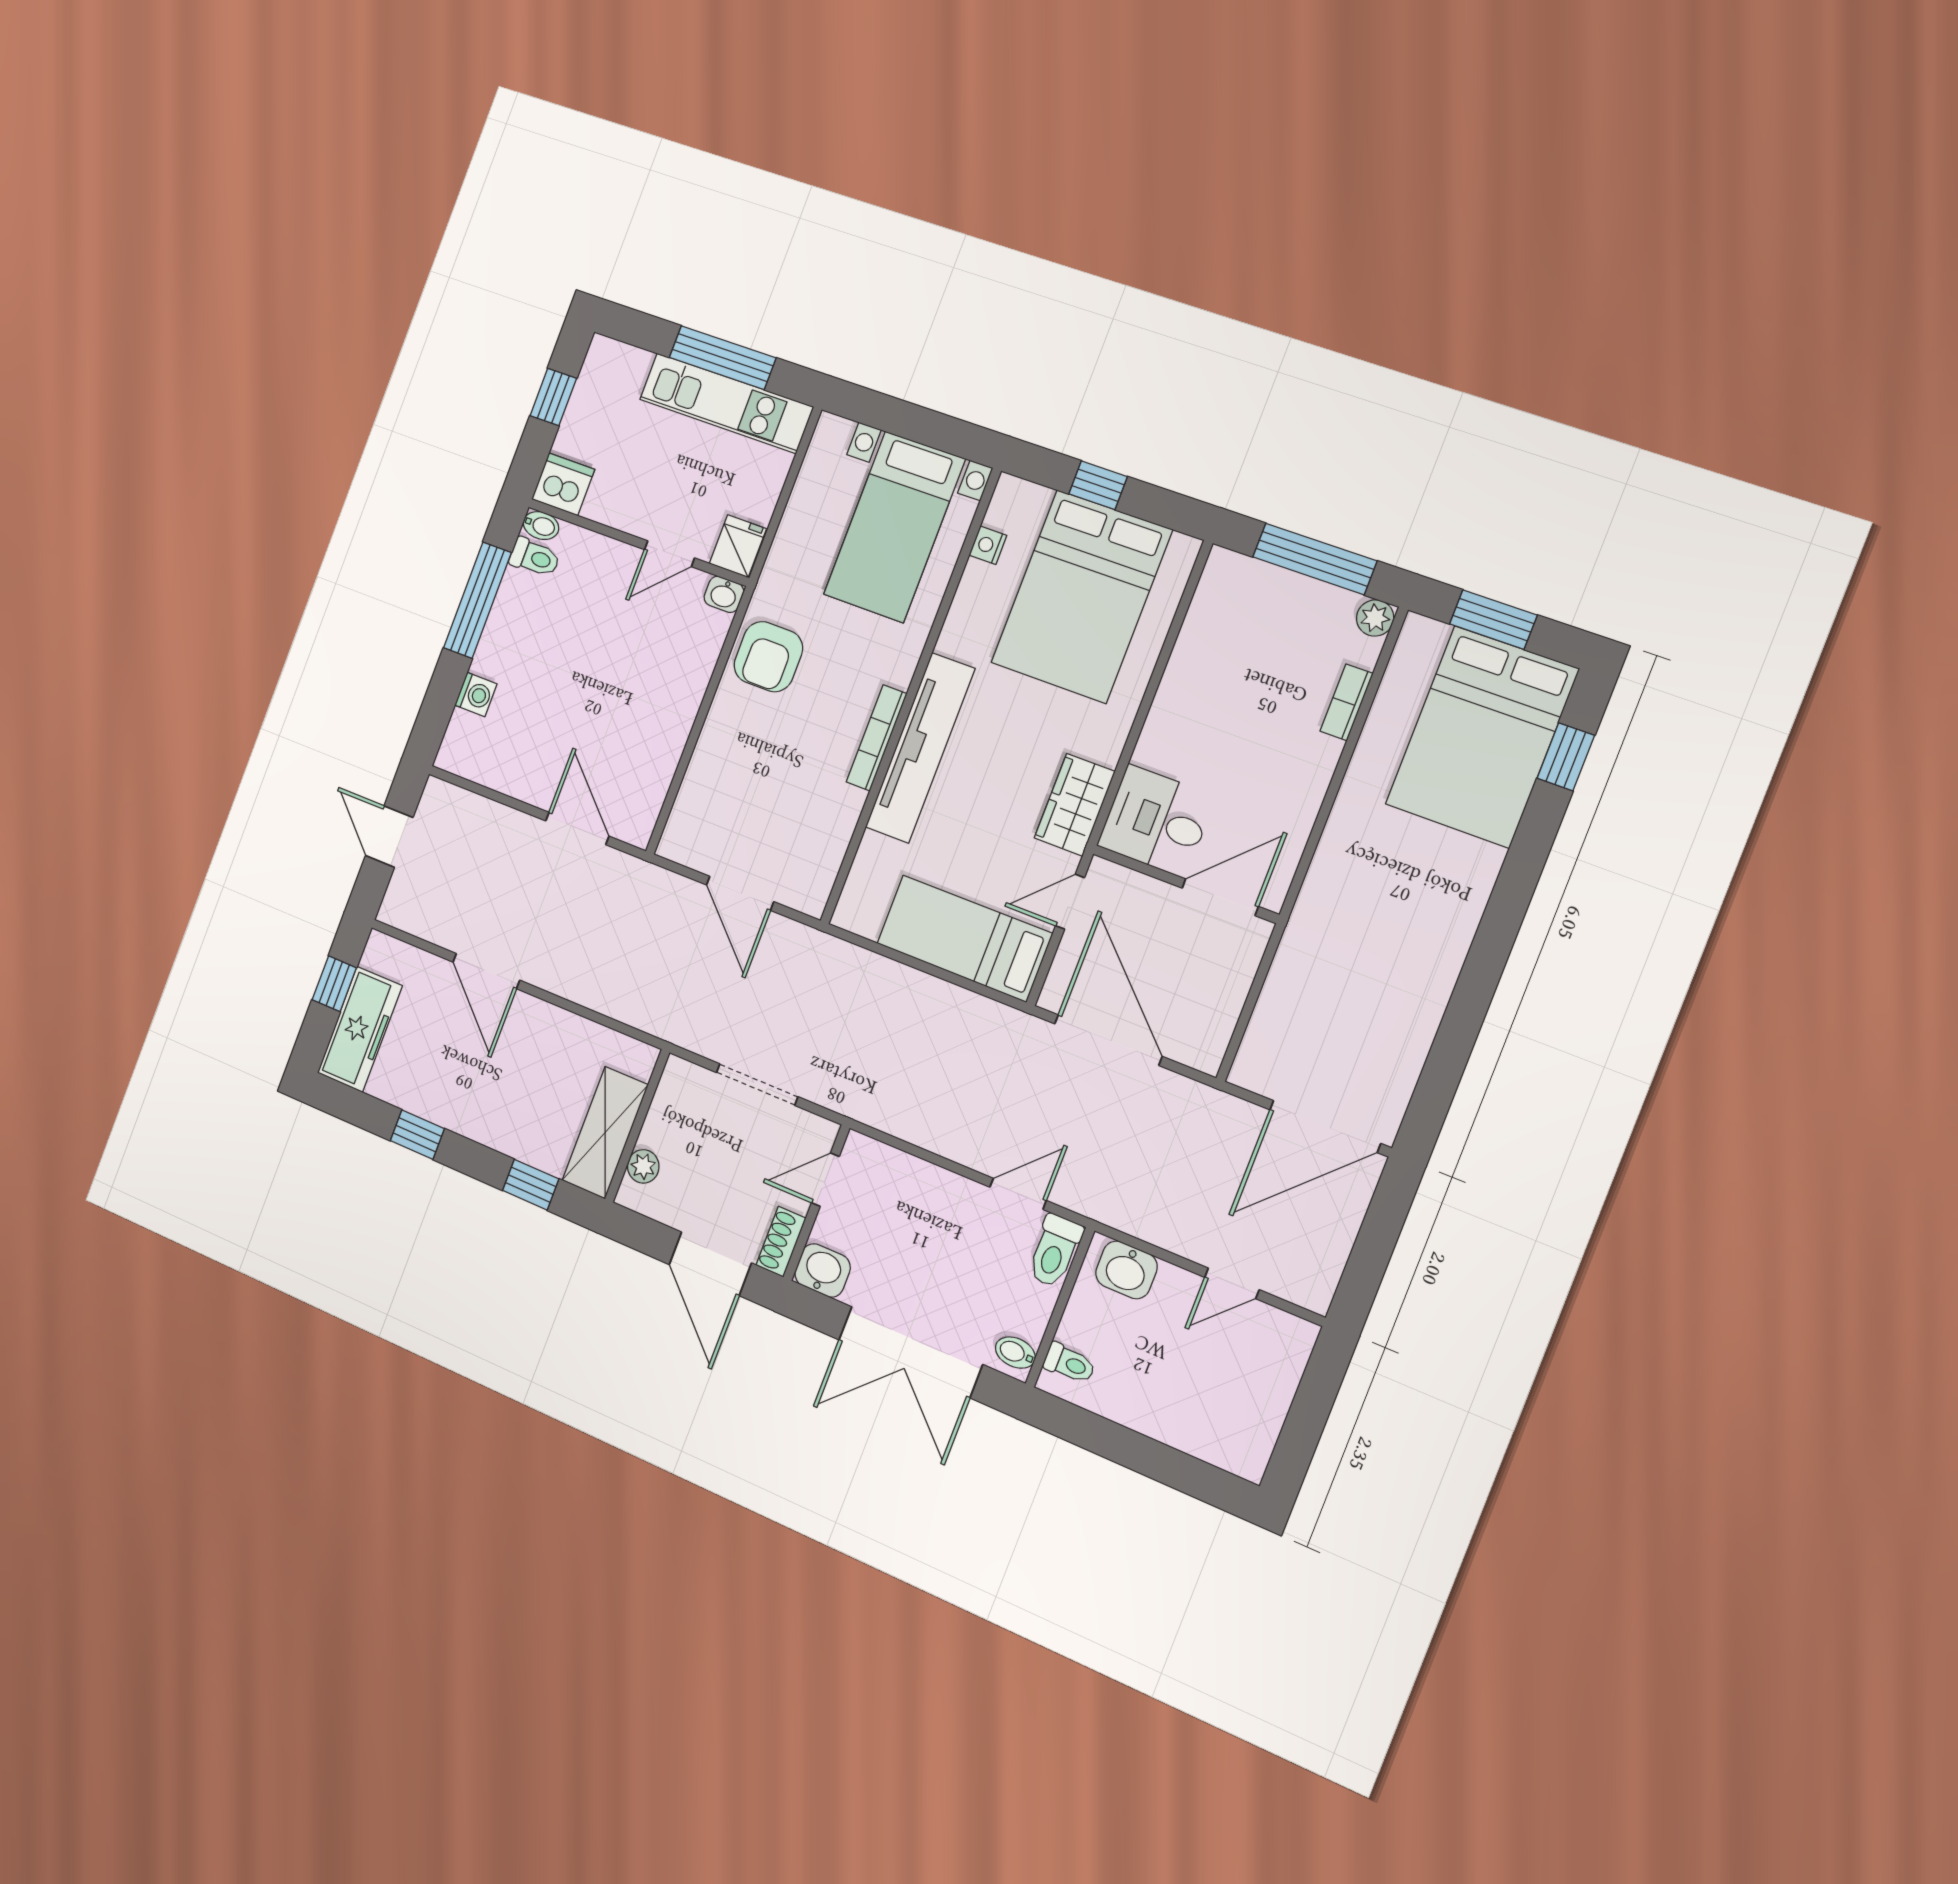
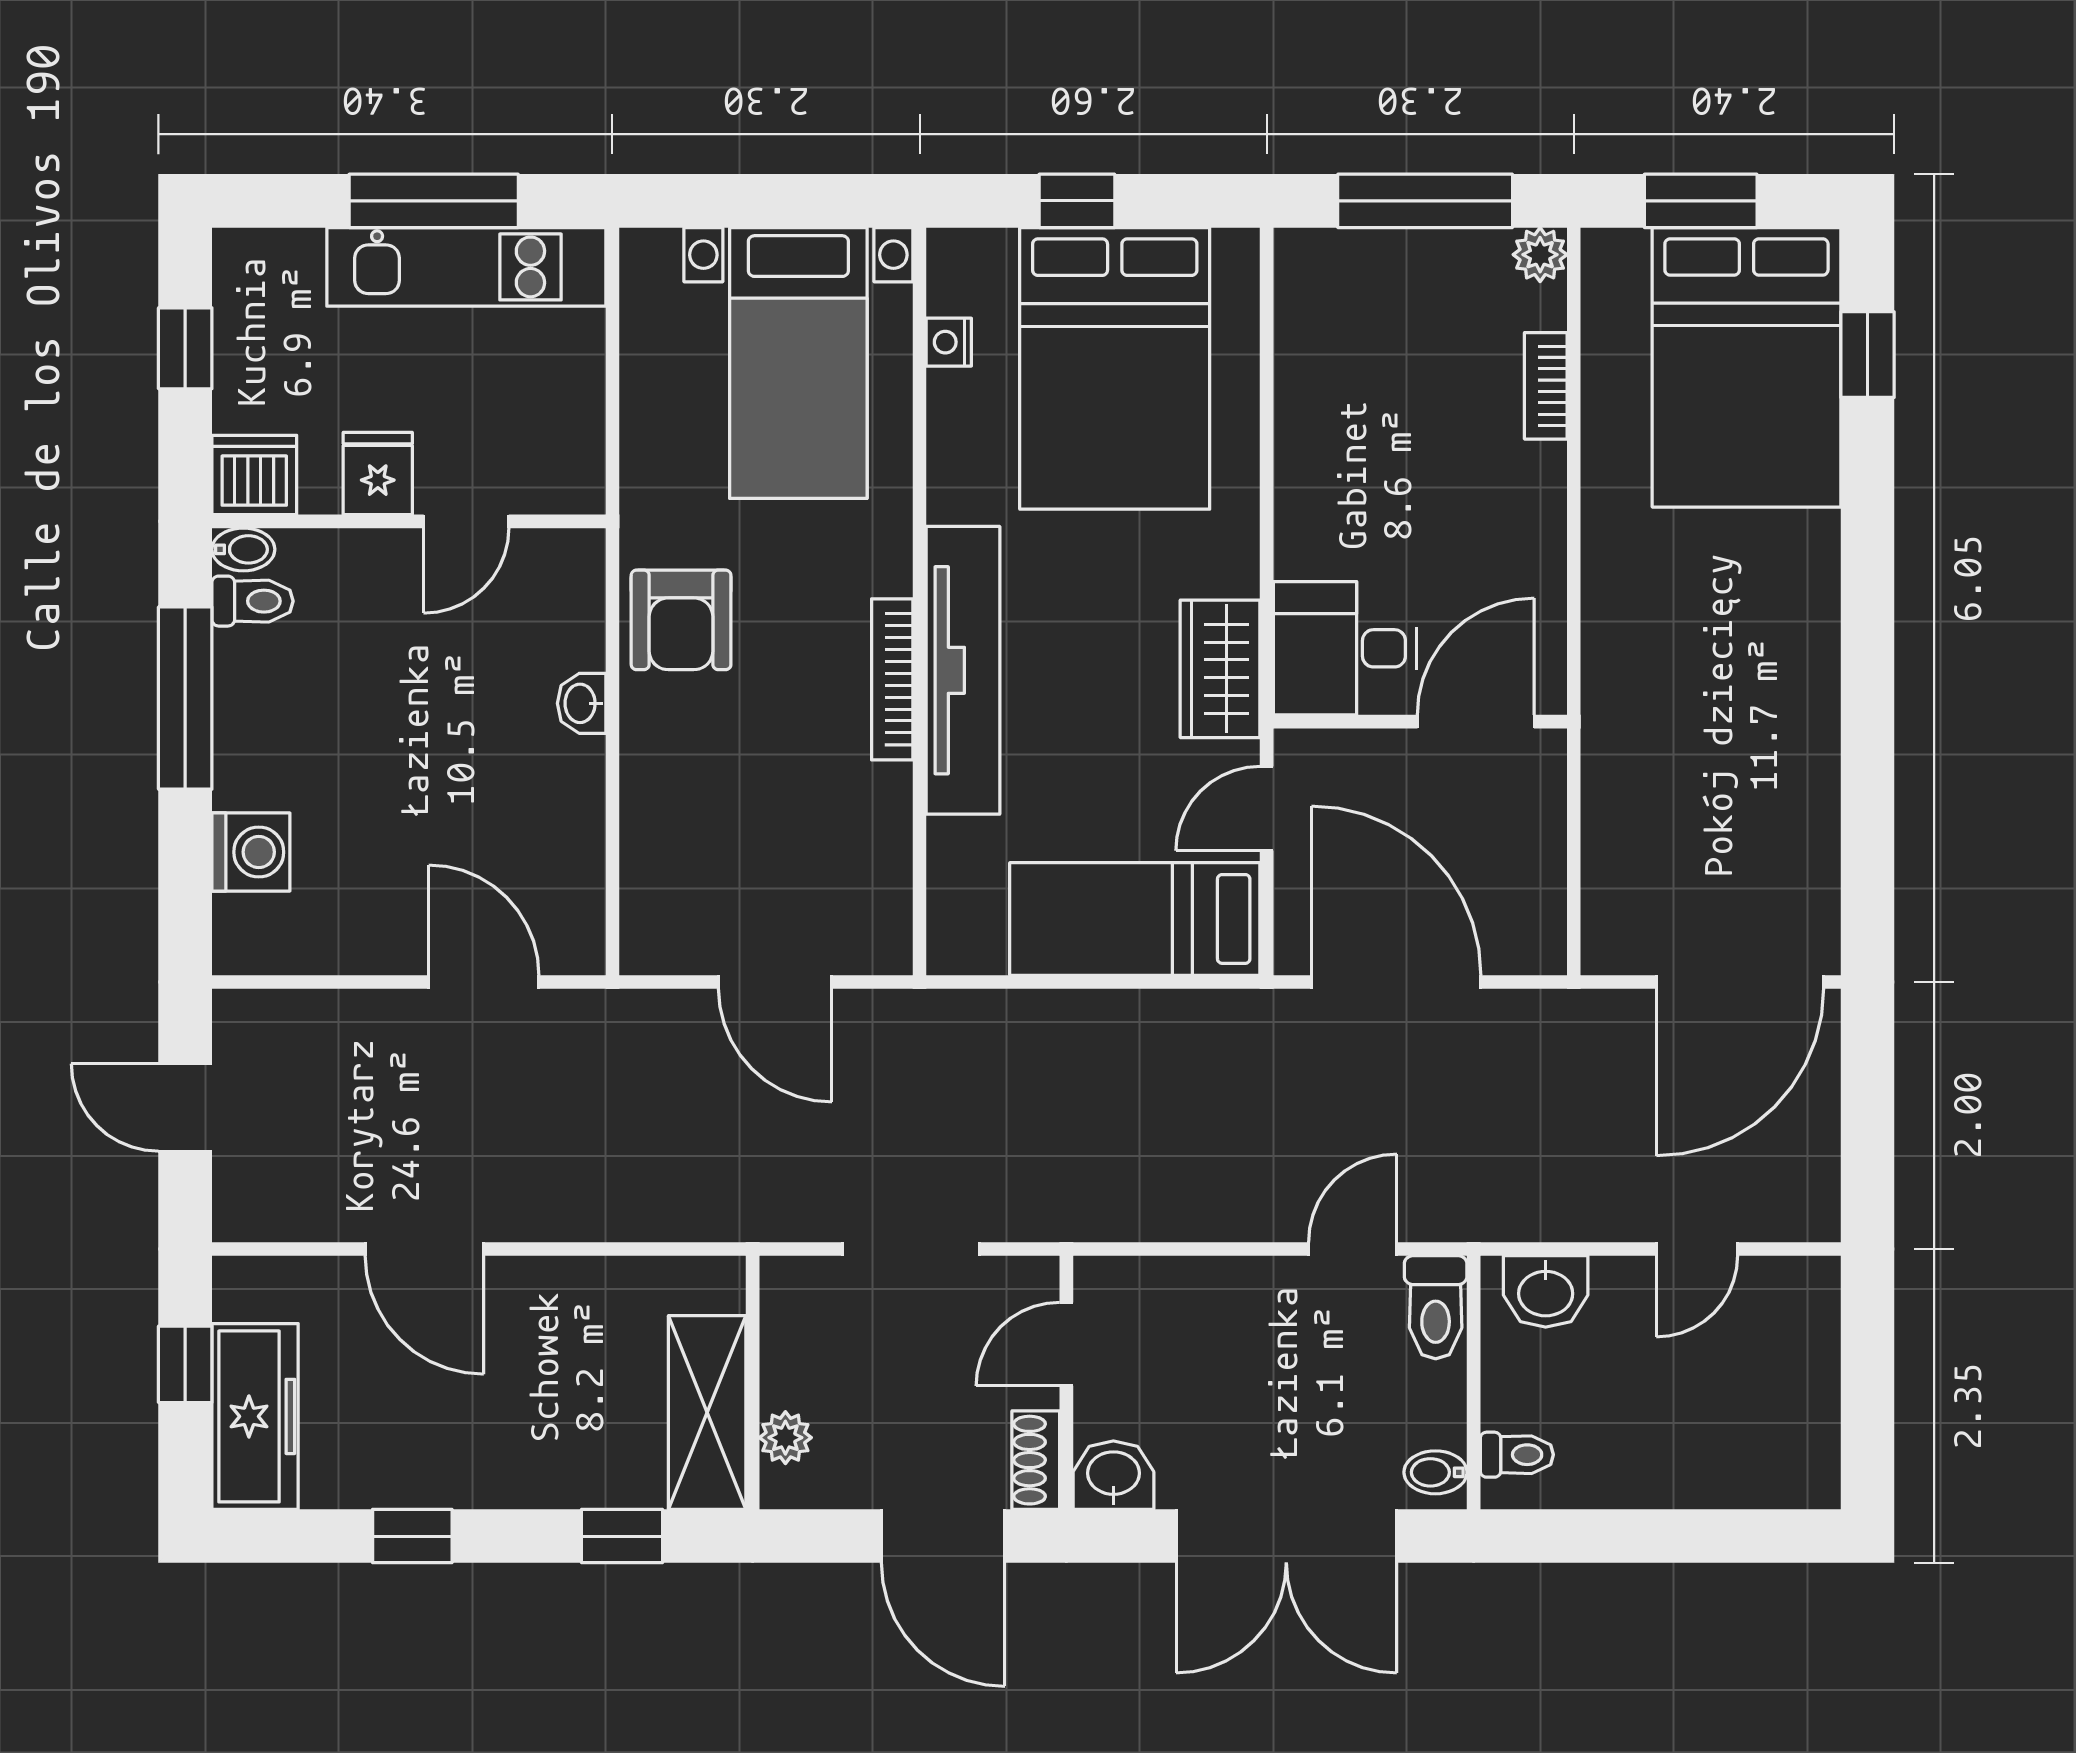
fridge: (738, 546) -> (378, 473), moved
washbasin: (724, 594) -> (582, 703), moved, turned 90
washing machine: (476, 695) -> (251, 852), width x1.38, depth x1.38

